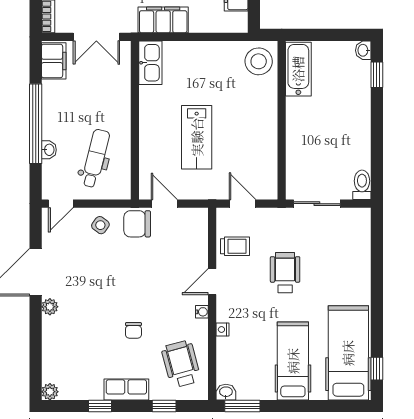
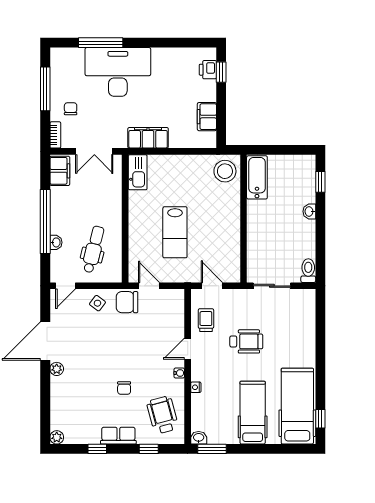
washbasin: (363, 50) -> (309, 211), moved
trolley: (235, 246) -> (206, 320), turned -90
wheelchair: (285, 273) -> (246, 341), turned 90

